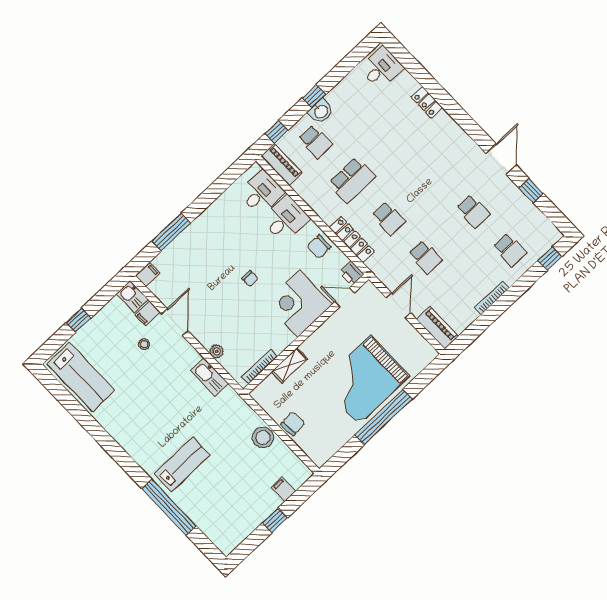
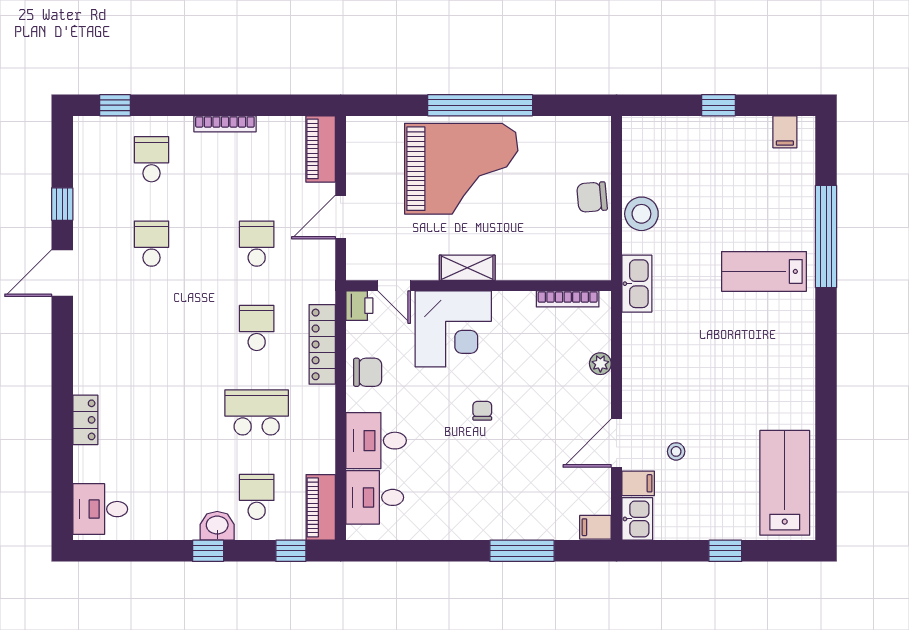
shelving: (289, 365) -> (467, 268), moved
kitchen sink: (209, 377) -> (637, 284), moved
filing cabinet: (283, 489) -> (785, 132), moved

